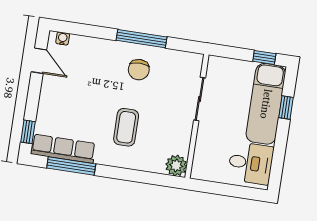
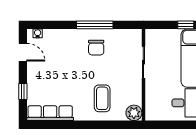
coffee table: (126, 127) -> (102, 98), moved
window: (28, 132) -> (23, 92), moved
window: (71, 166) -> (58, 125), removed

